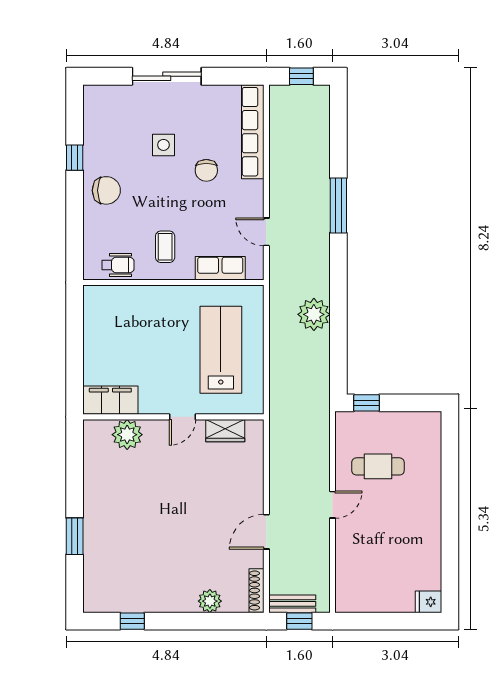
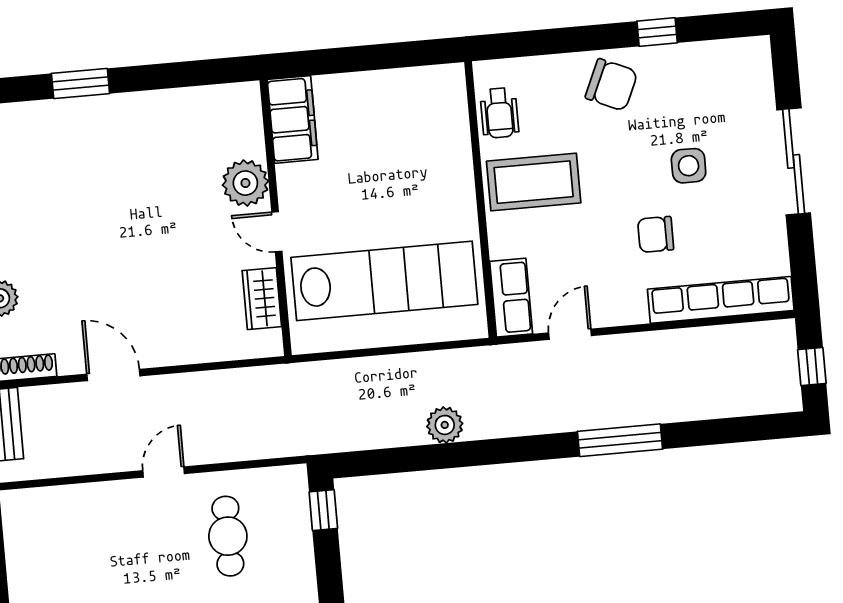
chair: (106, 190) -> (611, 85), turned -66
coffee table: (165, 247) -> (534, 182), width x1.86, depth x1.72
row of seats: (220, 268) -> (511, 298), moved
plant: (314, 314) -> (445, 425), width x0.73, depth x0.73
lab bench: (221, 350) -> (384, 281), width x1.36
plant: (127, 435) -> (245, 183), moved
door: (333, 505) -> (164, 472), swing flipped

